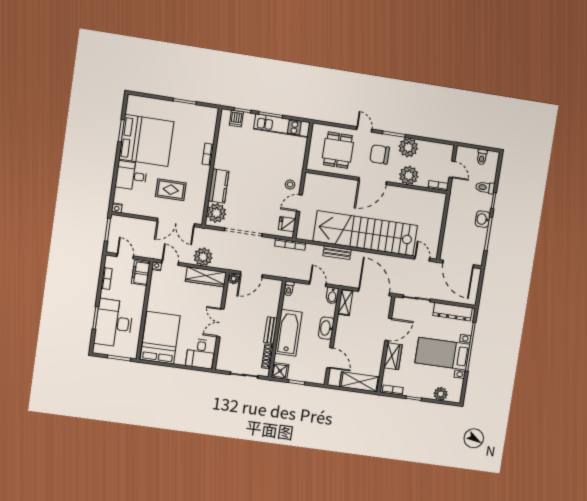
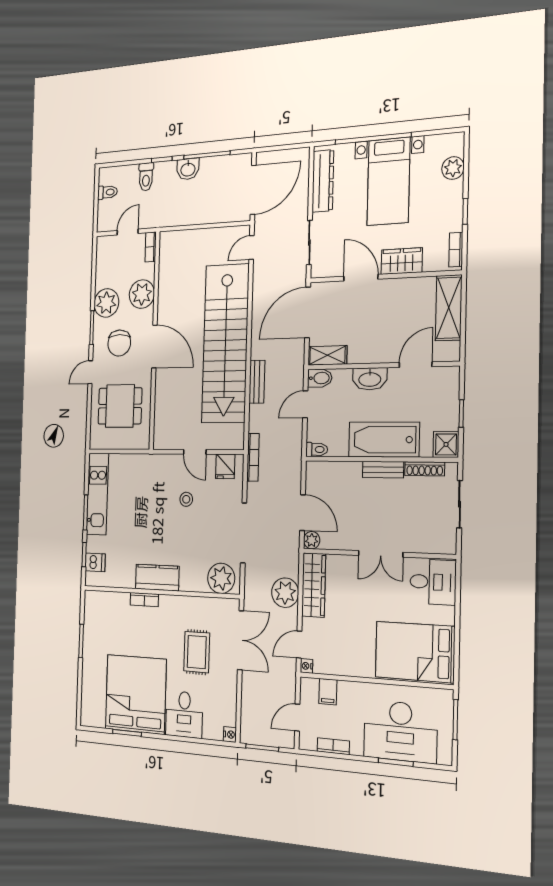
stool: (290, 185) -> (186, 499), moved
kitchen counter: (219, 186) -> (157, 578), moved
filing cabinet: (141, 273) -> (328, 692), width x0.50

